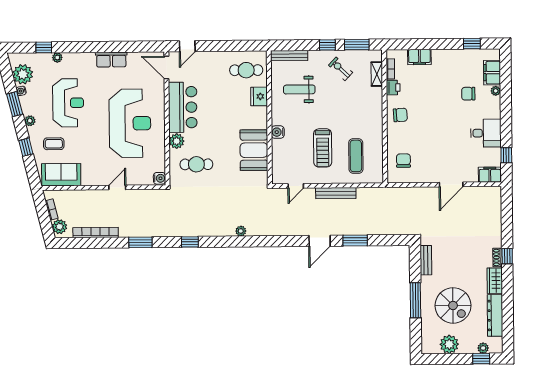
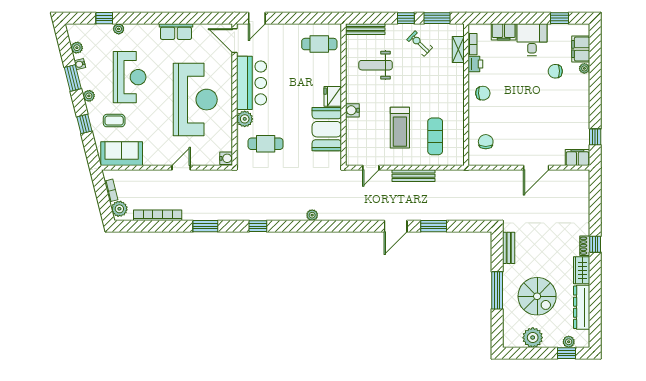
plant: (23, 74) -> (77, 48), width x0.53, depth x0.53
fridge: (259, 96) -> (333, 96), moved
desk: (486, 133) -> (532, 40), moved, turned -90

